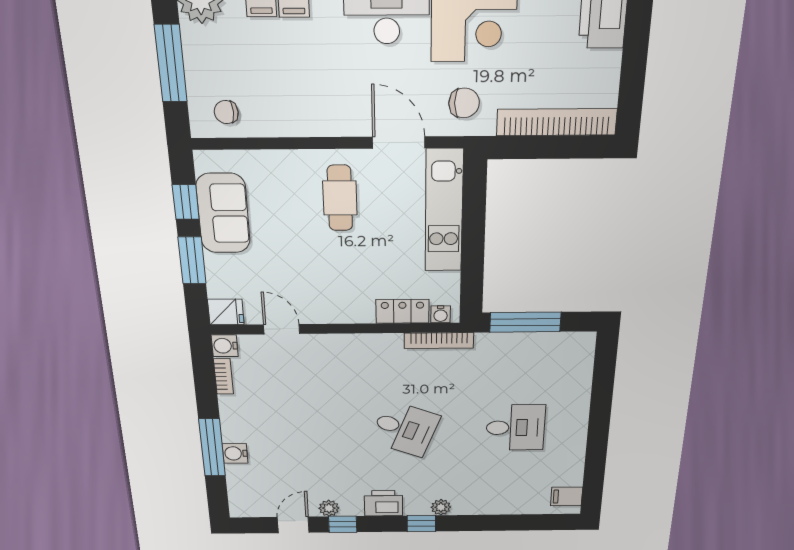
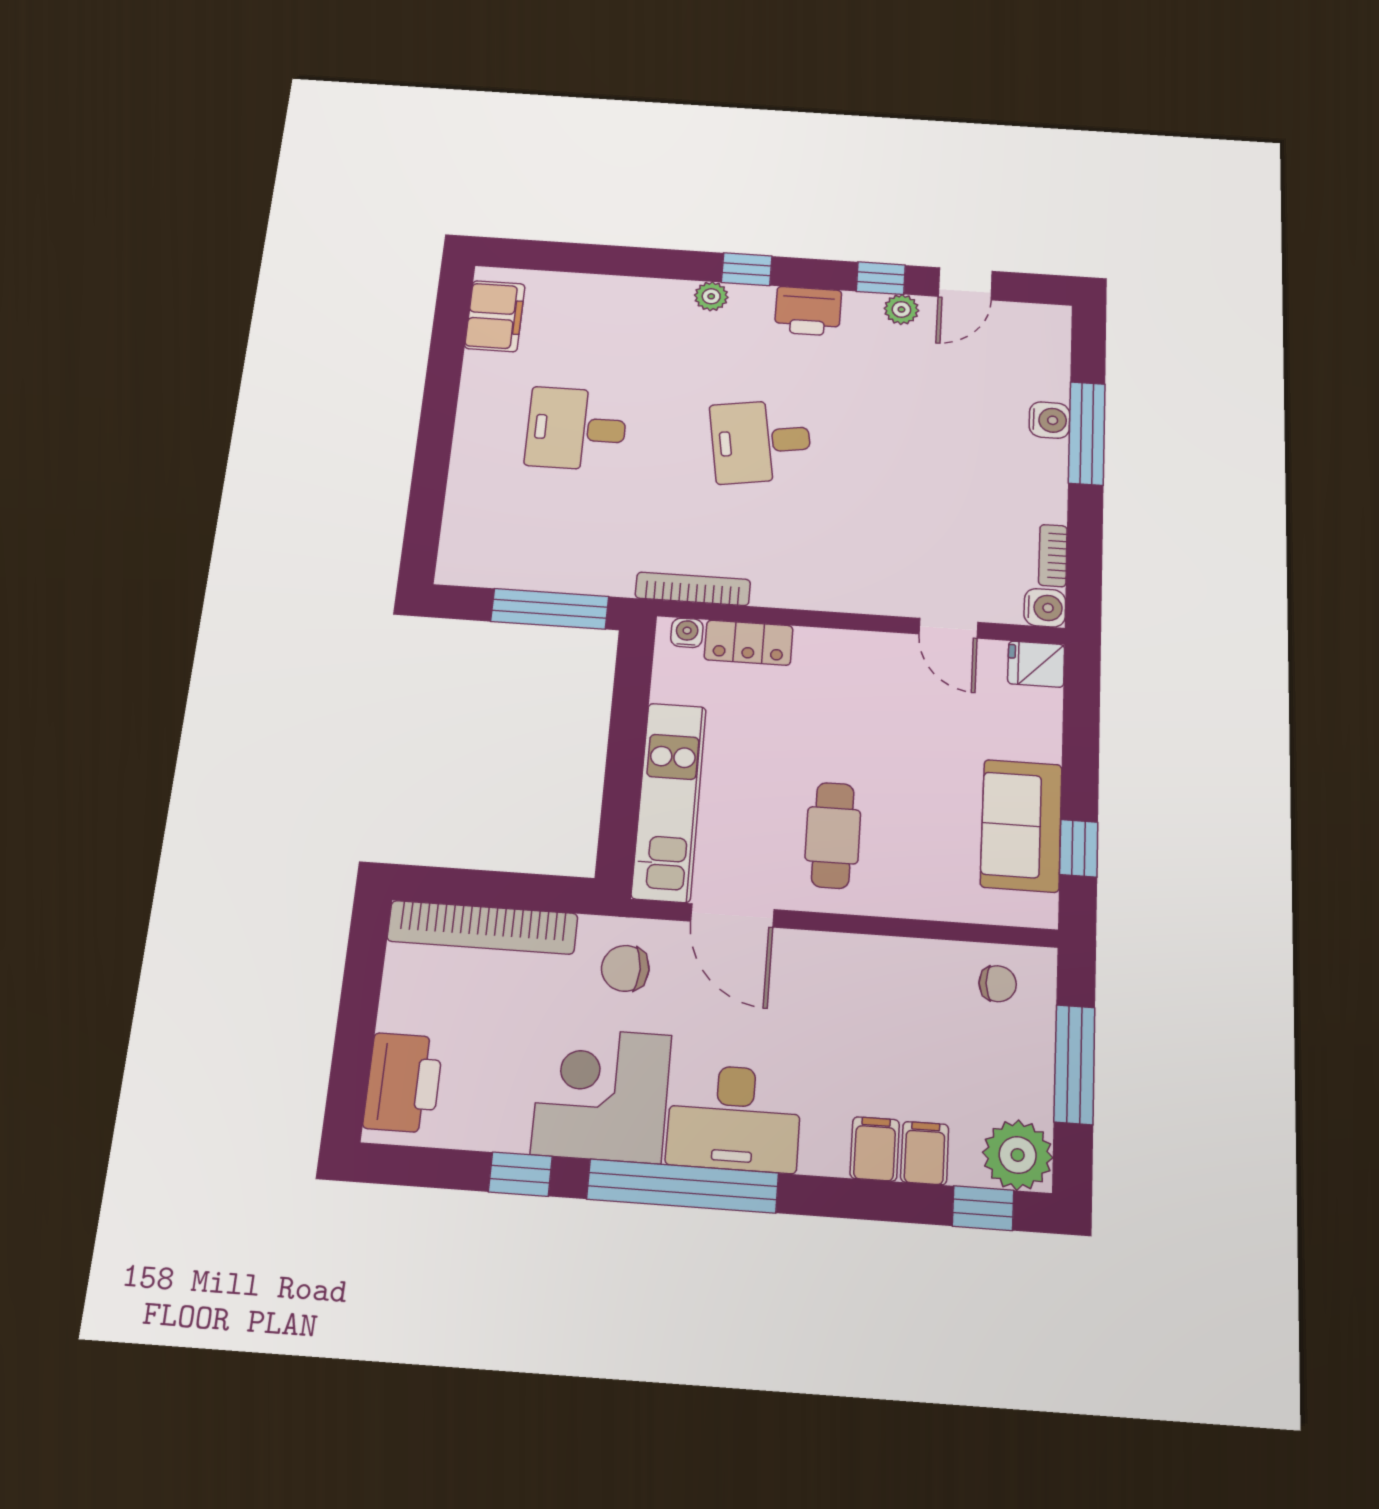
window: (192, 260) -> (1081, 753), removed
desk: (405, 429) -> (761, 441), turned -30
filing cabinet: (567, 496) -> (495, 316), width x2.00

